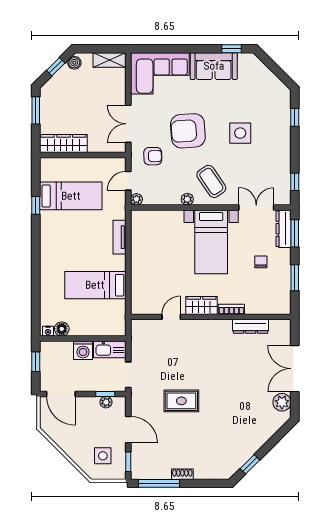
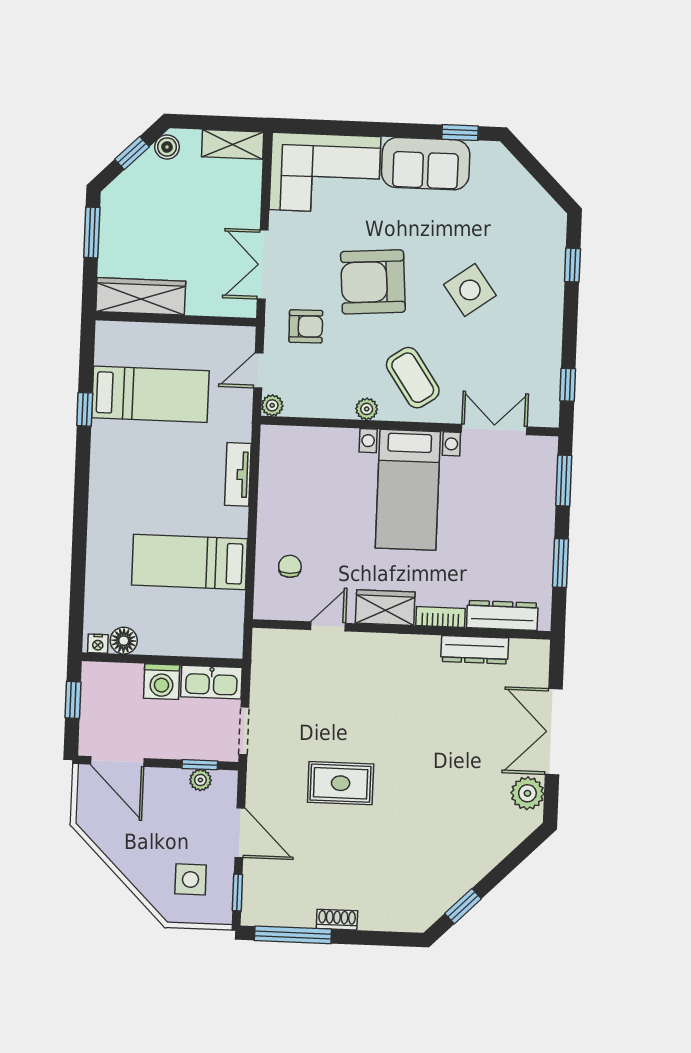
side table: (240, 133) -> (470, 290), turned -36
dresser: (284, 229) -> (502, 615), moved, turned 90
chair: (261, 262) -> (290, 566), moved

